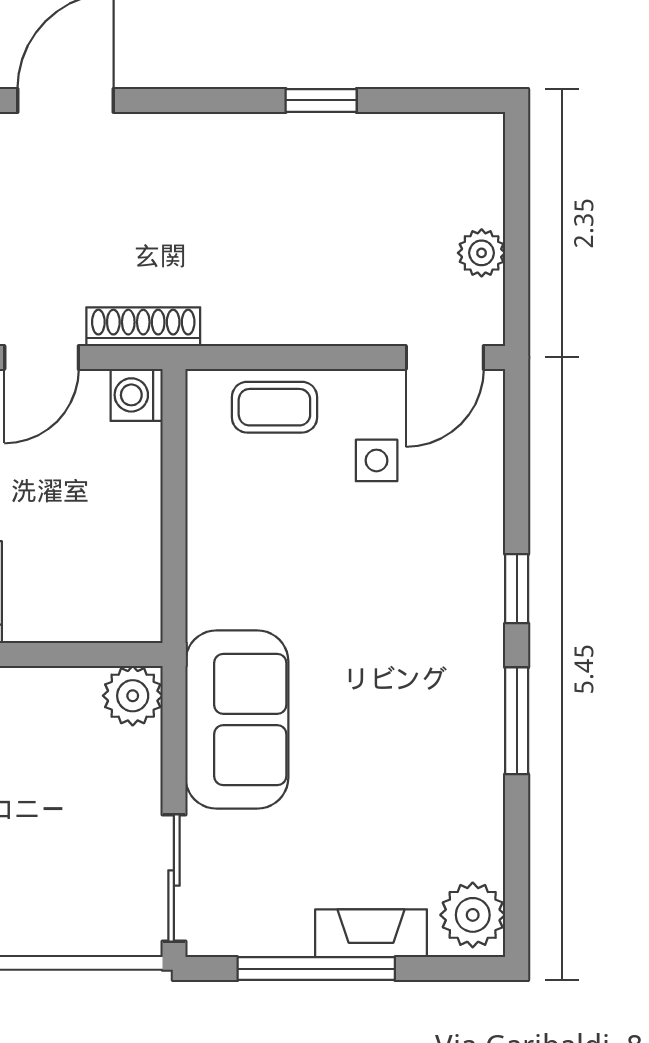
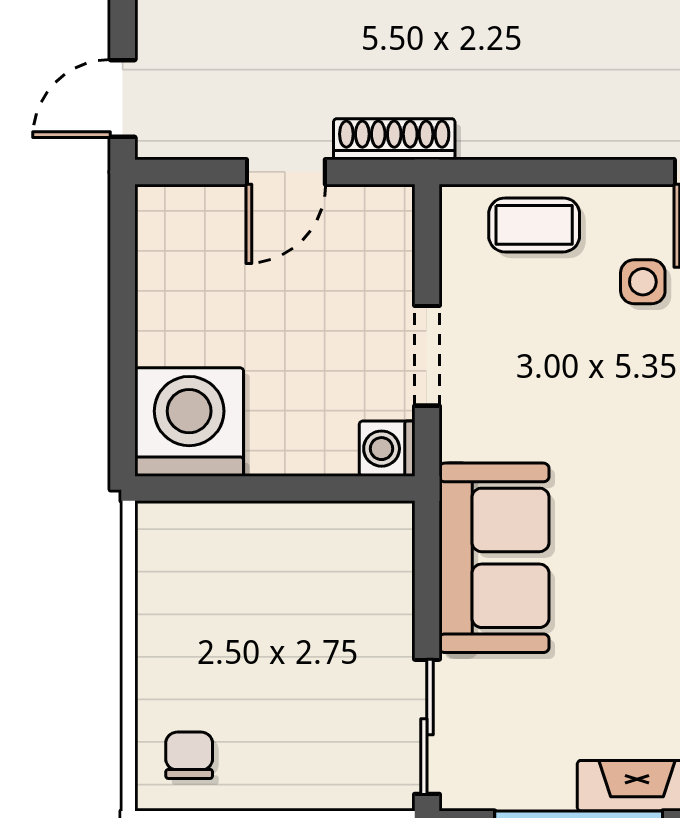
washing machine: (137, 395) -> (387, 449), moved
doorway: (174, 530) -> (427, 356), added
plant: (133, 696) -> (383, 533), removed

